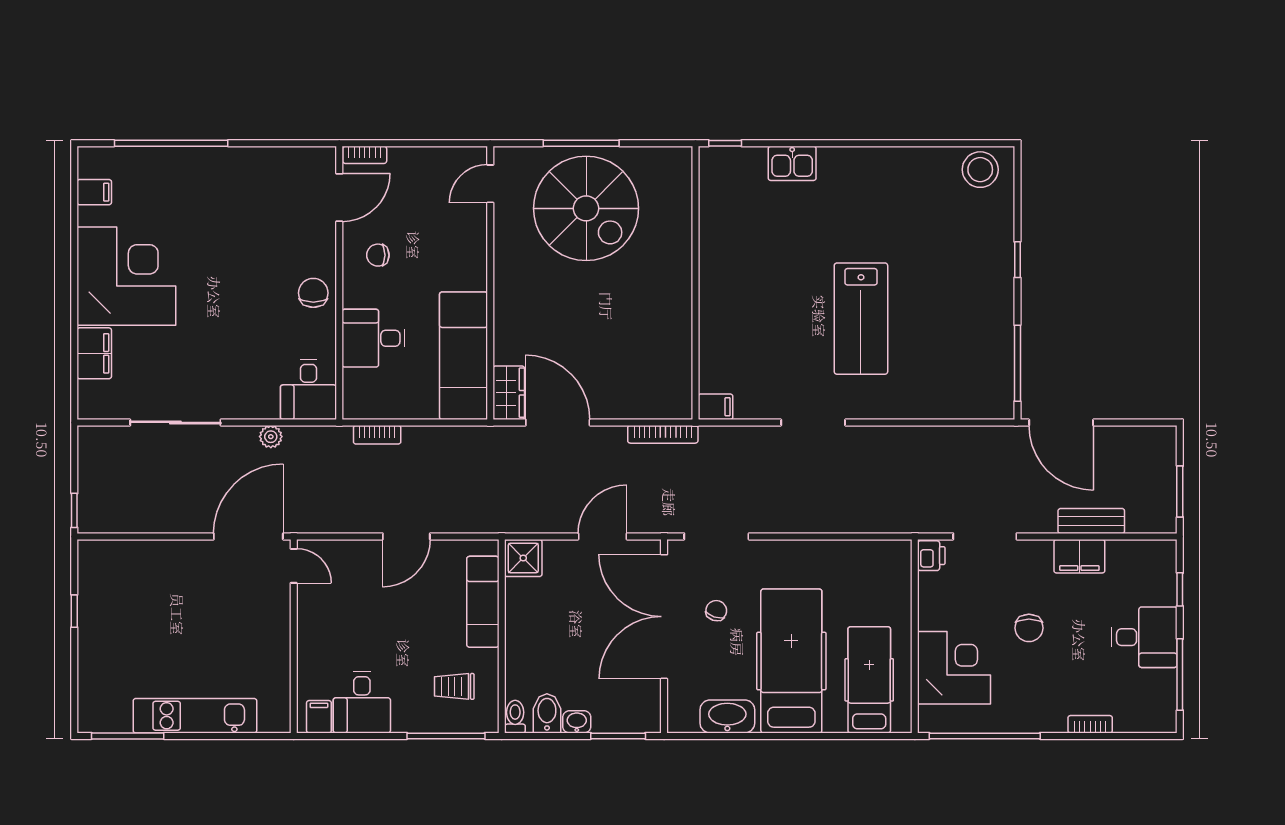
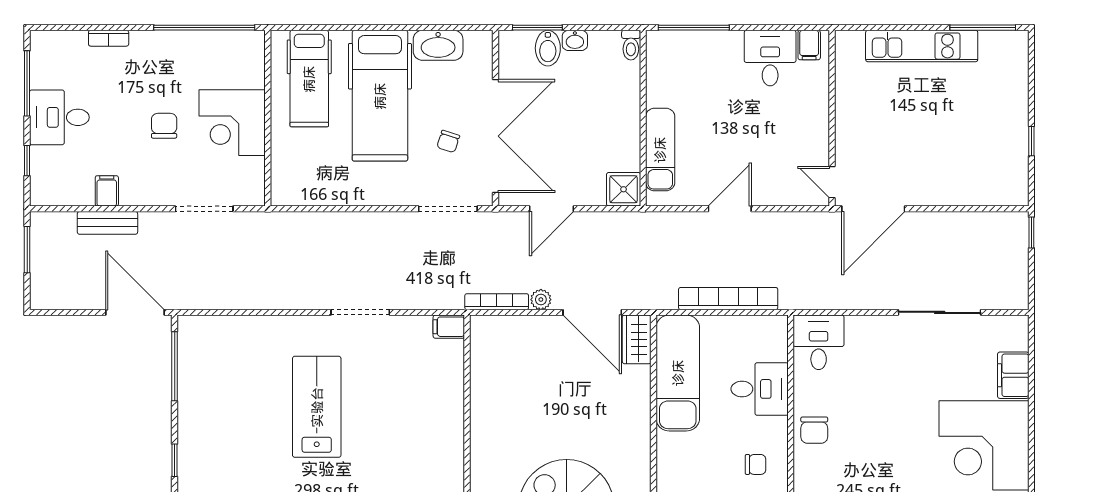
bookcase: (377, 435) -> (728, 299), width x2.31, depth x1.31
plant: (271, 437) -> (541, 300), moved
printer: (931, 556) -> (253, 191), removed
filing cabinet: (1079, 556) -> (107, 191), width x0.50
corner desk: (954, 668) -> (232, 123), moved
trolley: (454, 686) -> (686, 73), removed
bidet: (547, 713) -> (548, 48), moved

